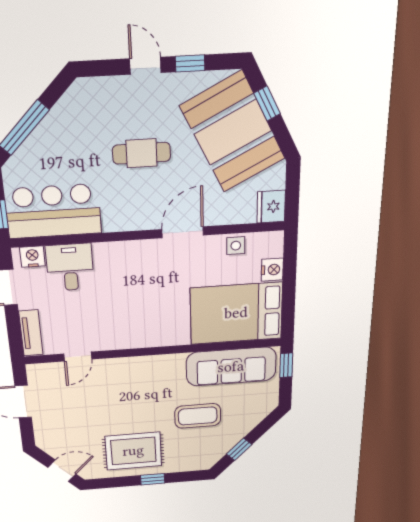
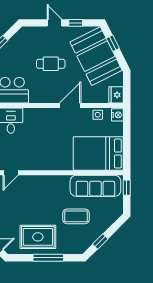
nightstand: (272, 270) -> (117, 115), moved
window: (153, 479) -> (48, 258), width x2.17

